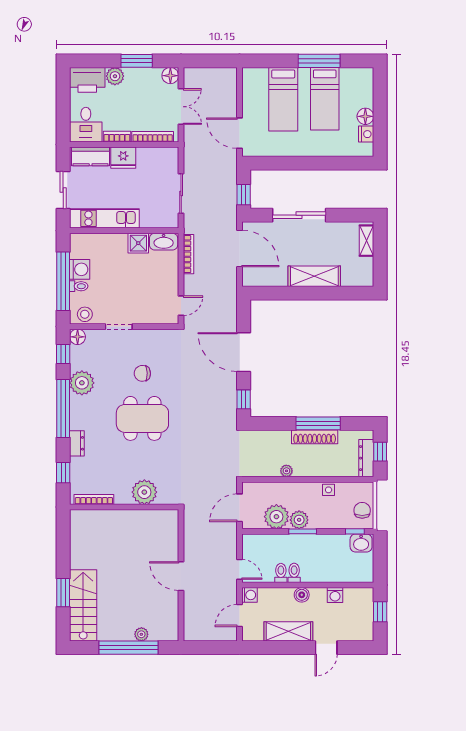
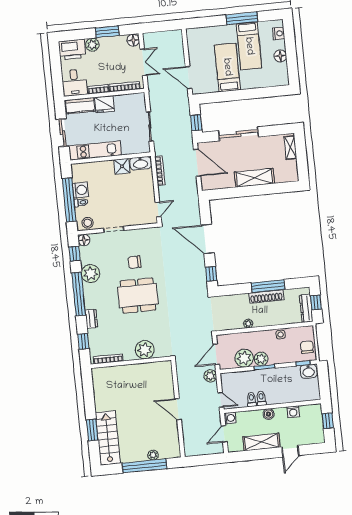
bed: (283, 99) -> (227, 67), moved, turned 180
nightstand: (366, 134) -> (279, 33), moved
plant: (229, 536) -> (210, 376), added

